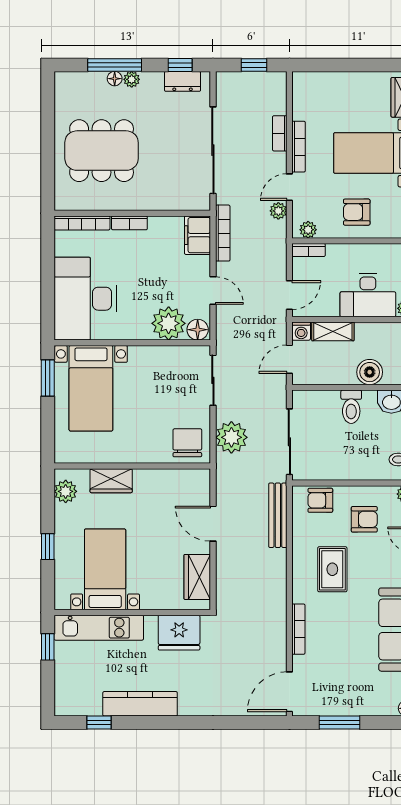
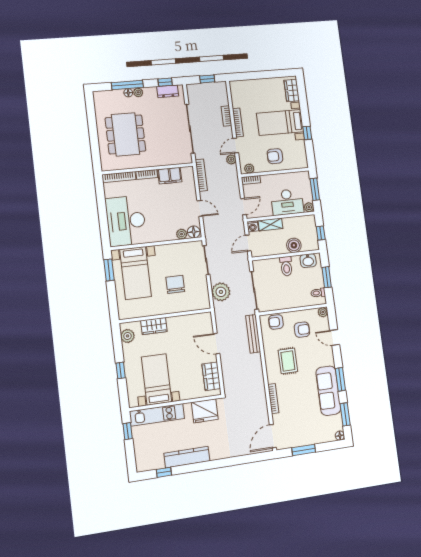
dining table: (102, 151) -> (125, 134), turned 90
filing cabinet: (197, 235) -> (170, 176), moved, turned -90
plant: (169, 323) -> (182, 234), width x0.53, depth x0.53
chair: (187, 443) -> (175, 284), moved

